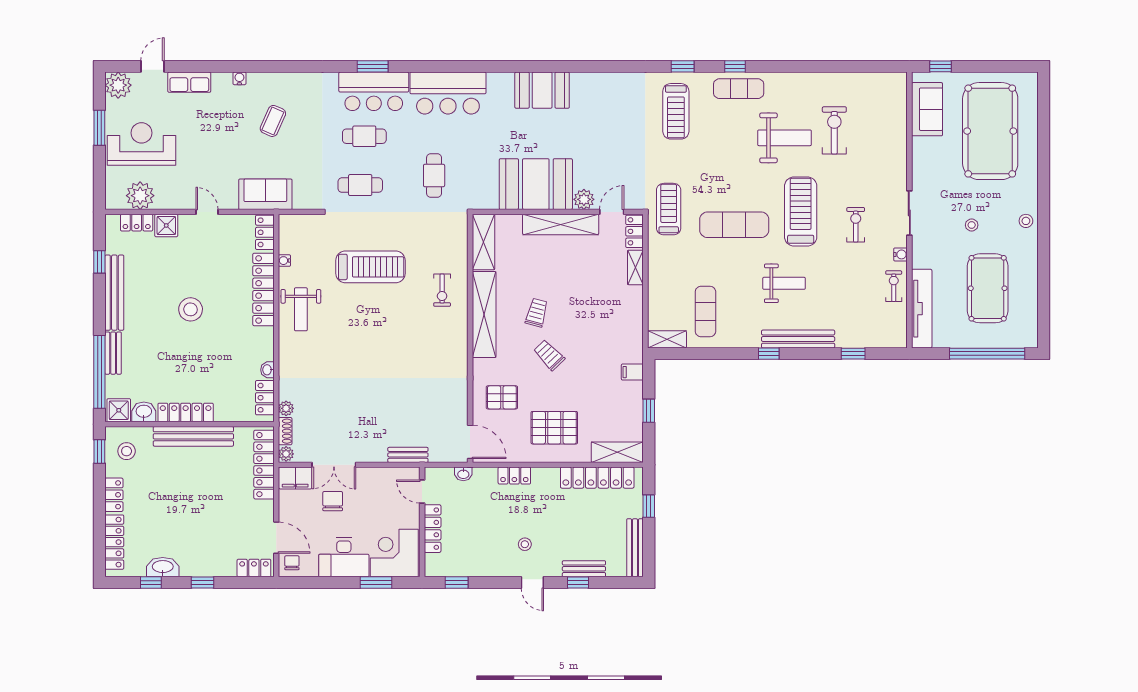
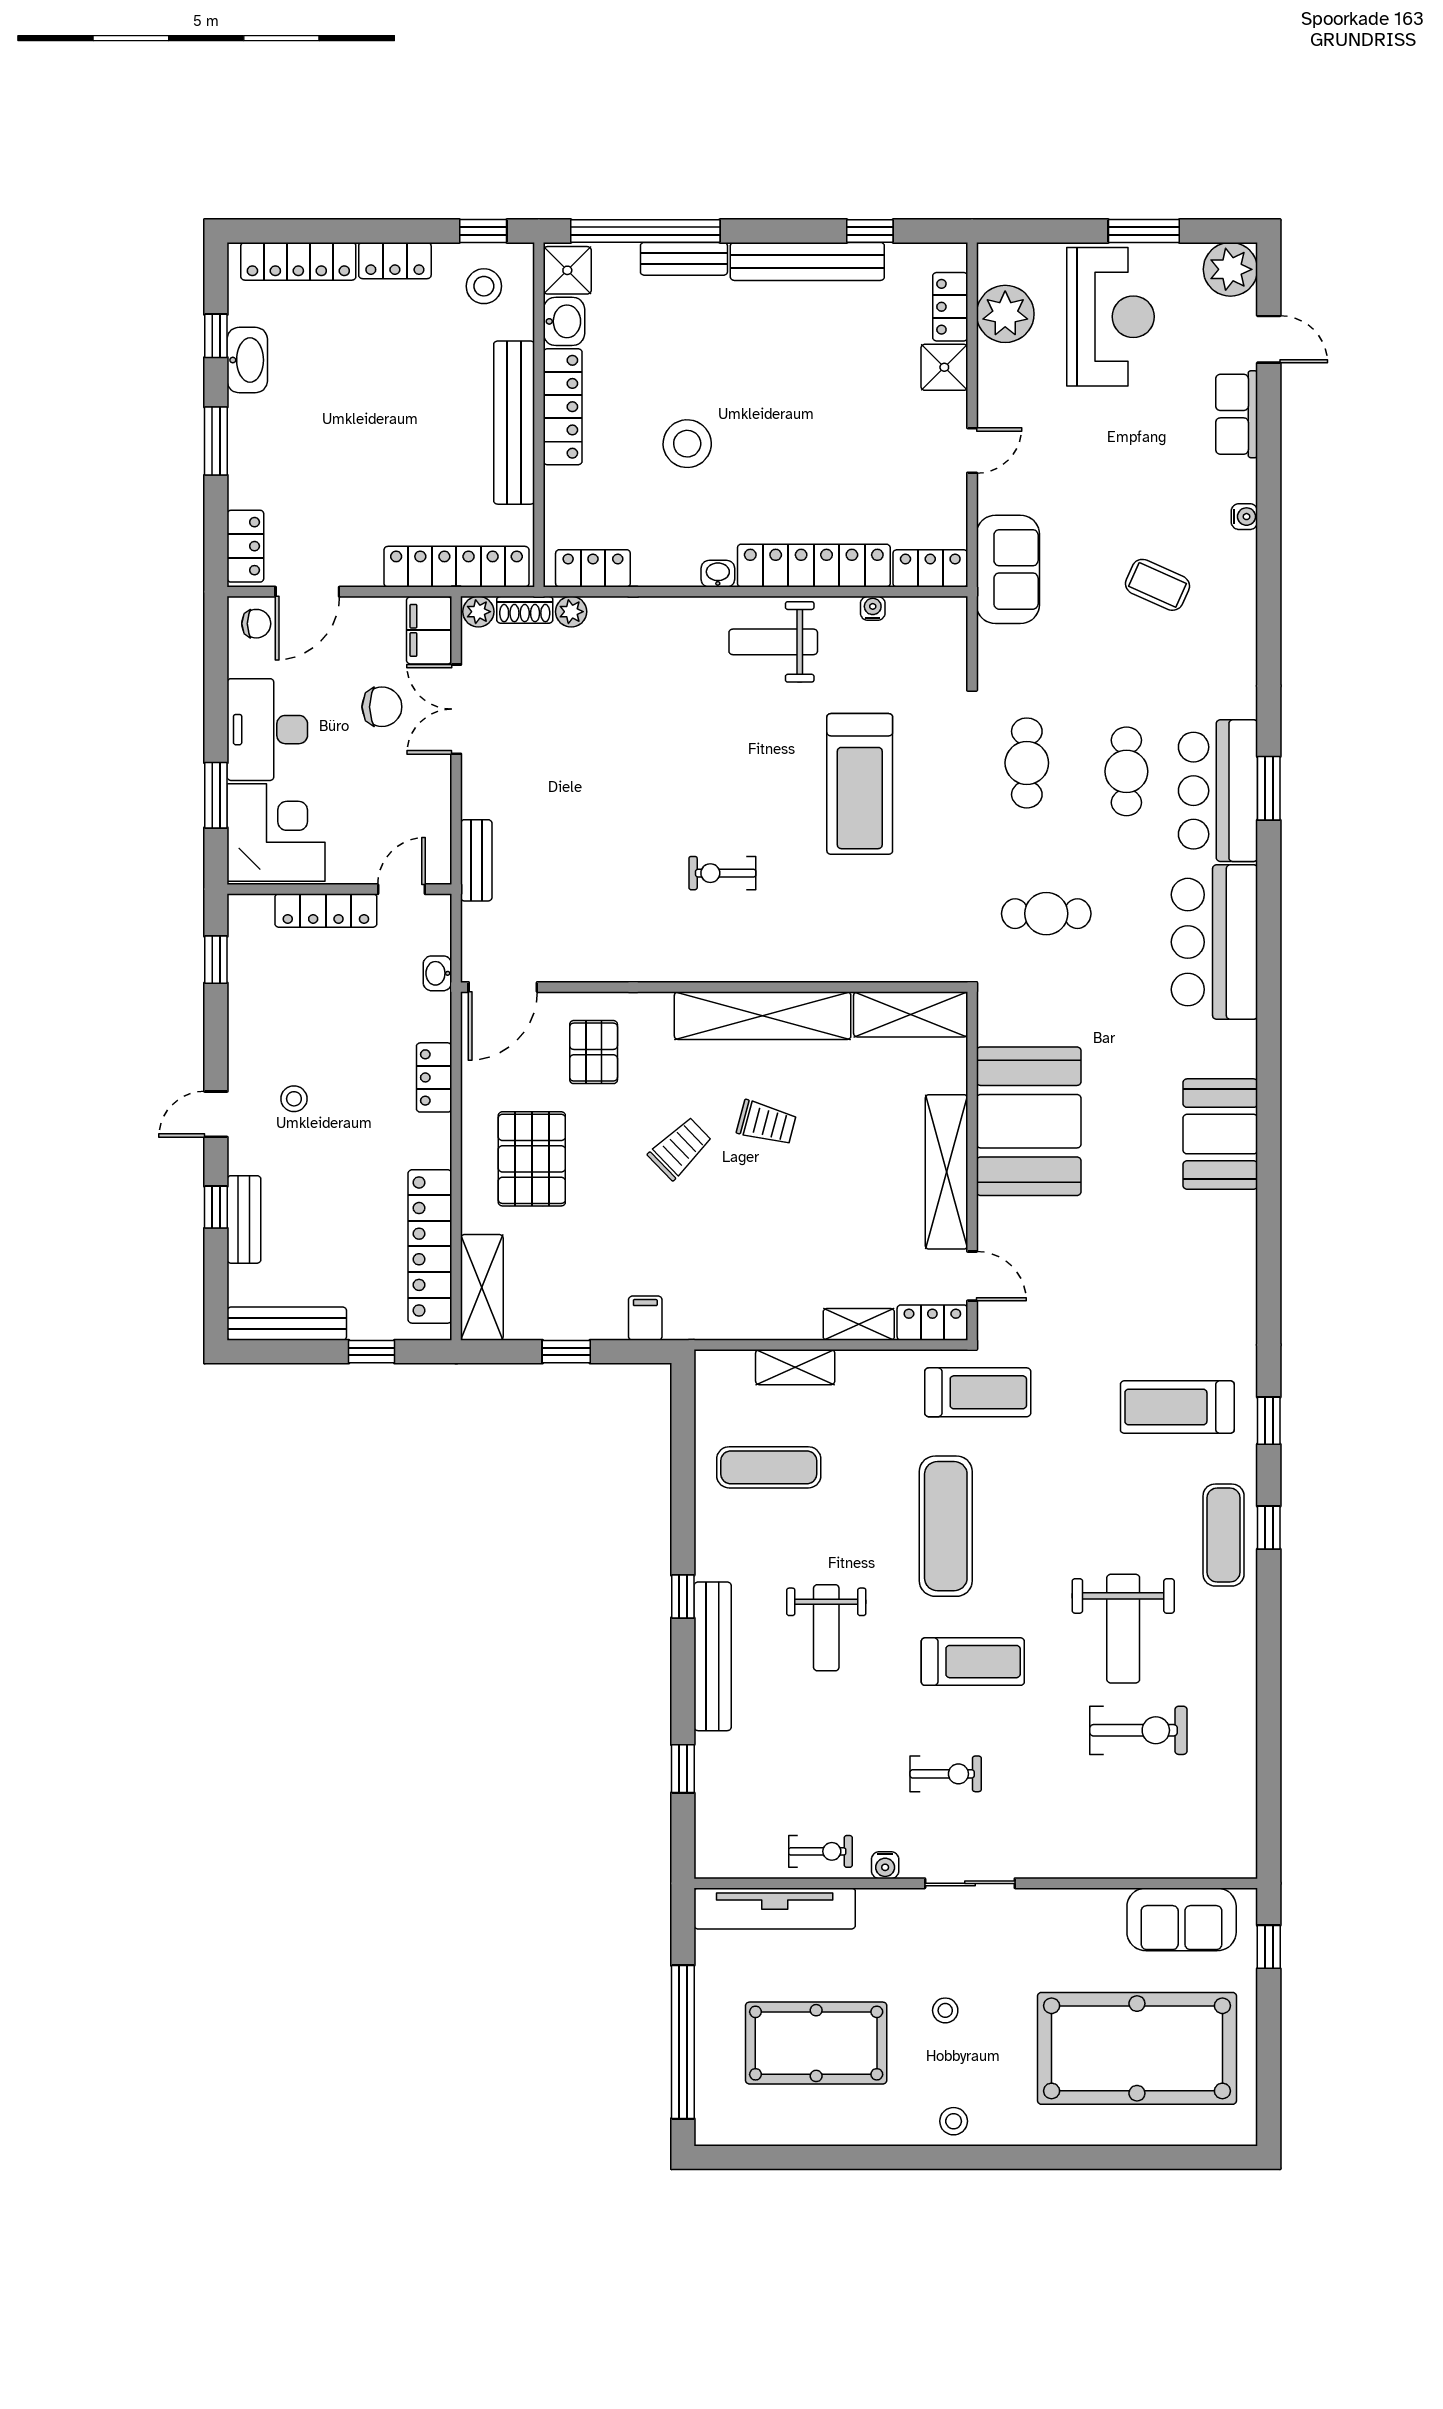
plant: (584, 199) -> (997, 1220), removed
treadmill: (801, 212) -> (973, 1662), width x0.73, depth x0.73
exercise bike: (442, 290) -> (722, 873), moved
stool: (191, 309) -> (687, 444), moved
shelving: (667, 339) -> (795, 1367), moved, turned 90
washbasin: (267, 370) -> (718, 574), moved
window: (202, 582) -> (216, 441), width x1.50

